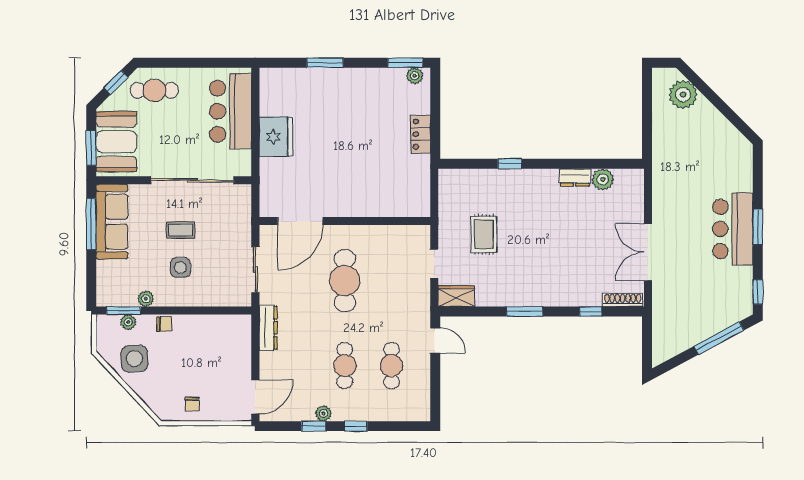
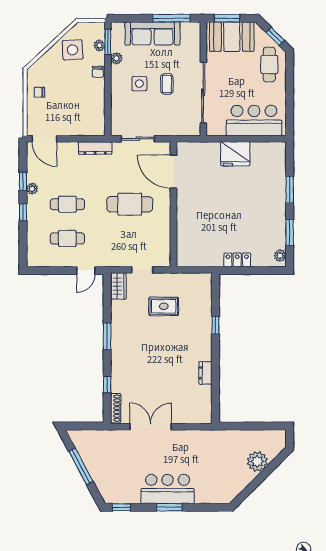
window: (405, 63) -> (290, 233), moved
plant: (683, 95) -> (257, 461), moved
plant: (603, 179) -> (204, 394), removed
sofa: (112, 222) -> (152, 33), moved
window: (719, 338) -> (81, 466), moved

